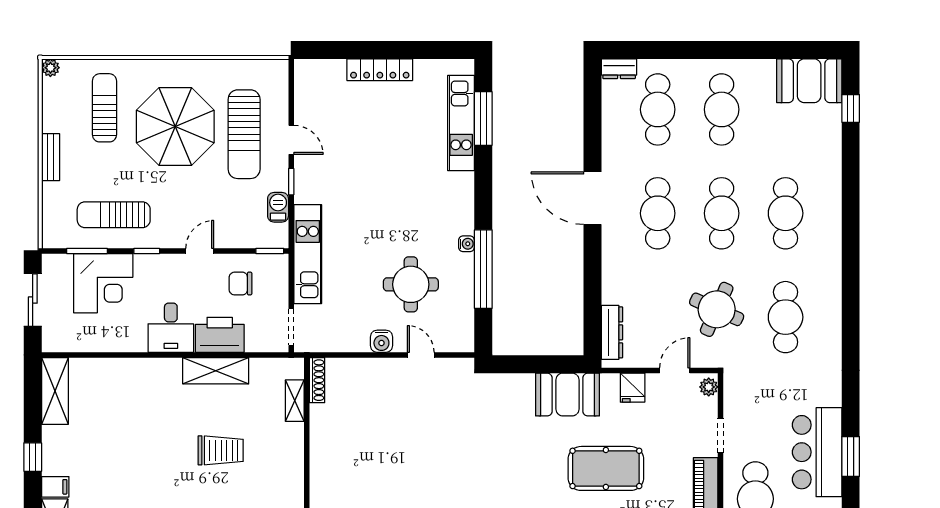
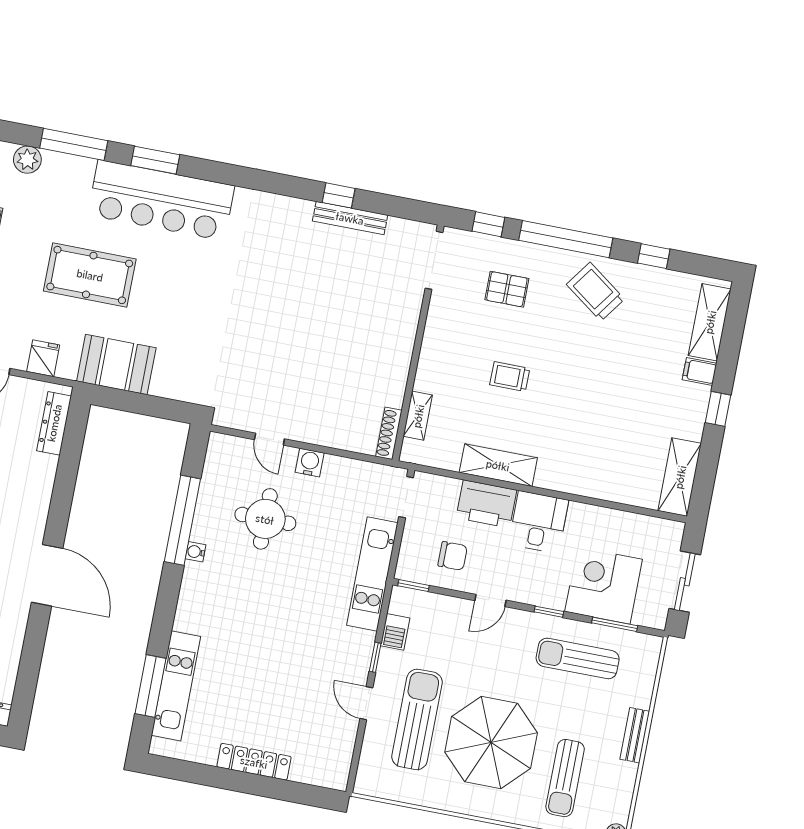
sun lounger: (114, 215) -> (578, 658), turned 180
trolley: (221, 450) -> (510, 377), width x0.73, depth x0.72

